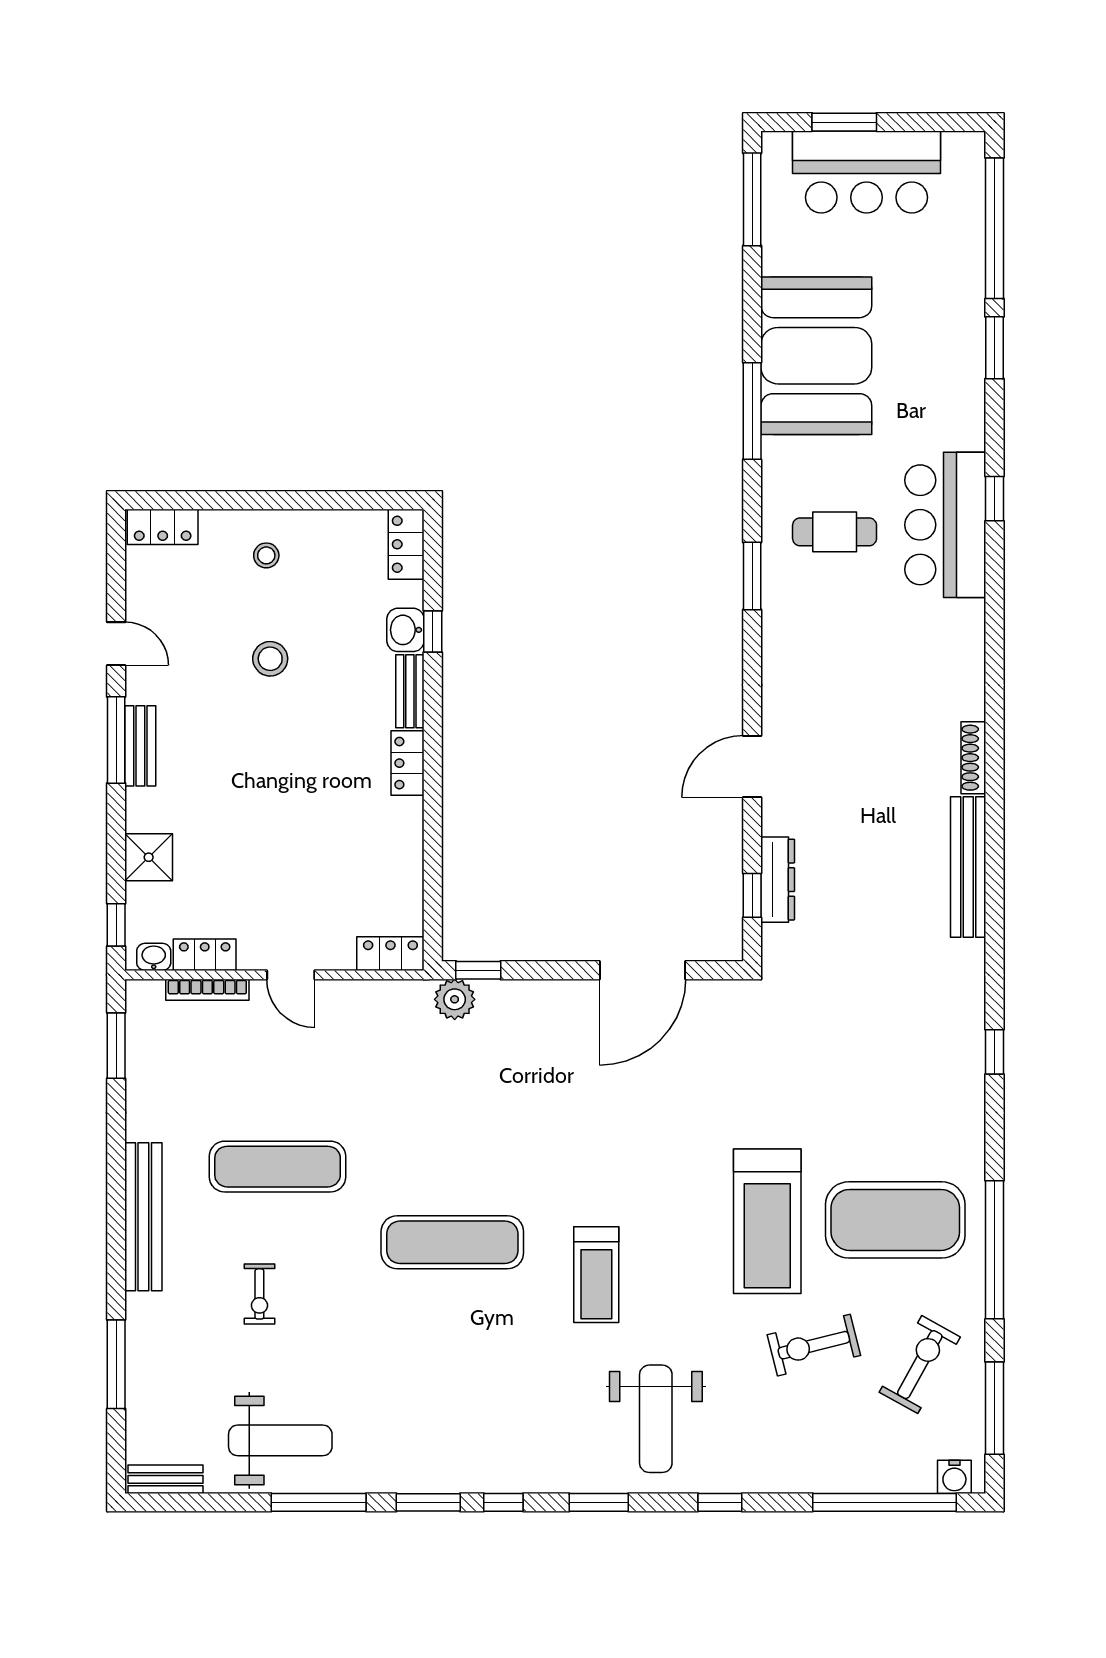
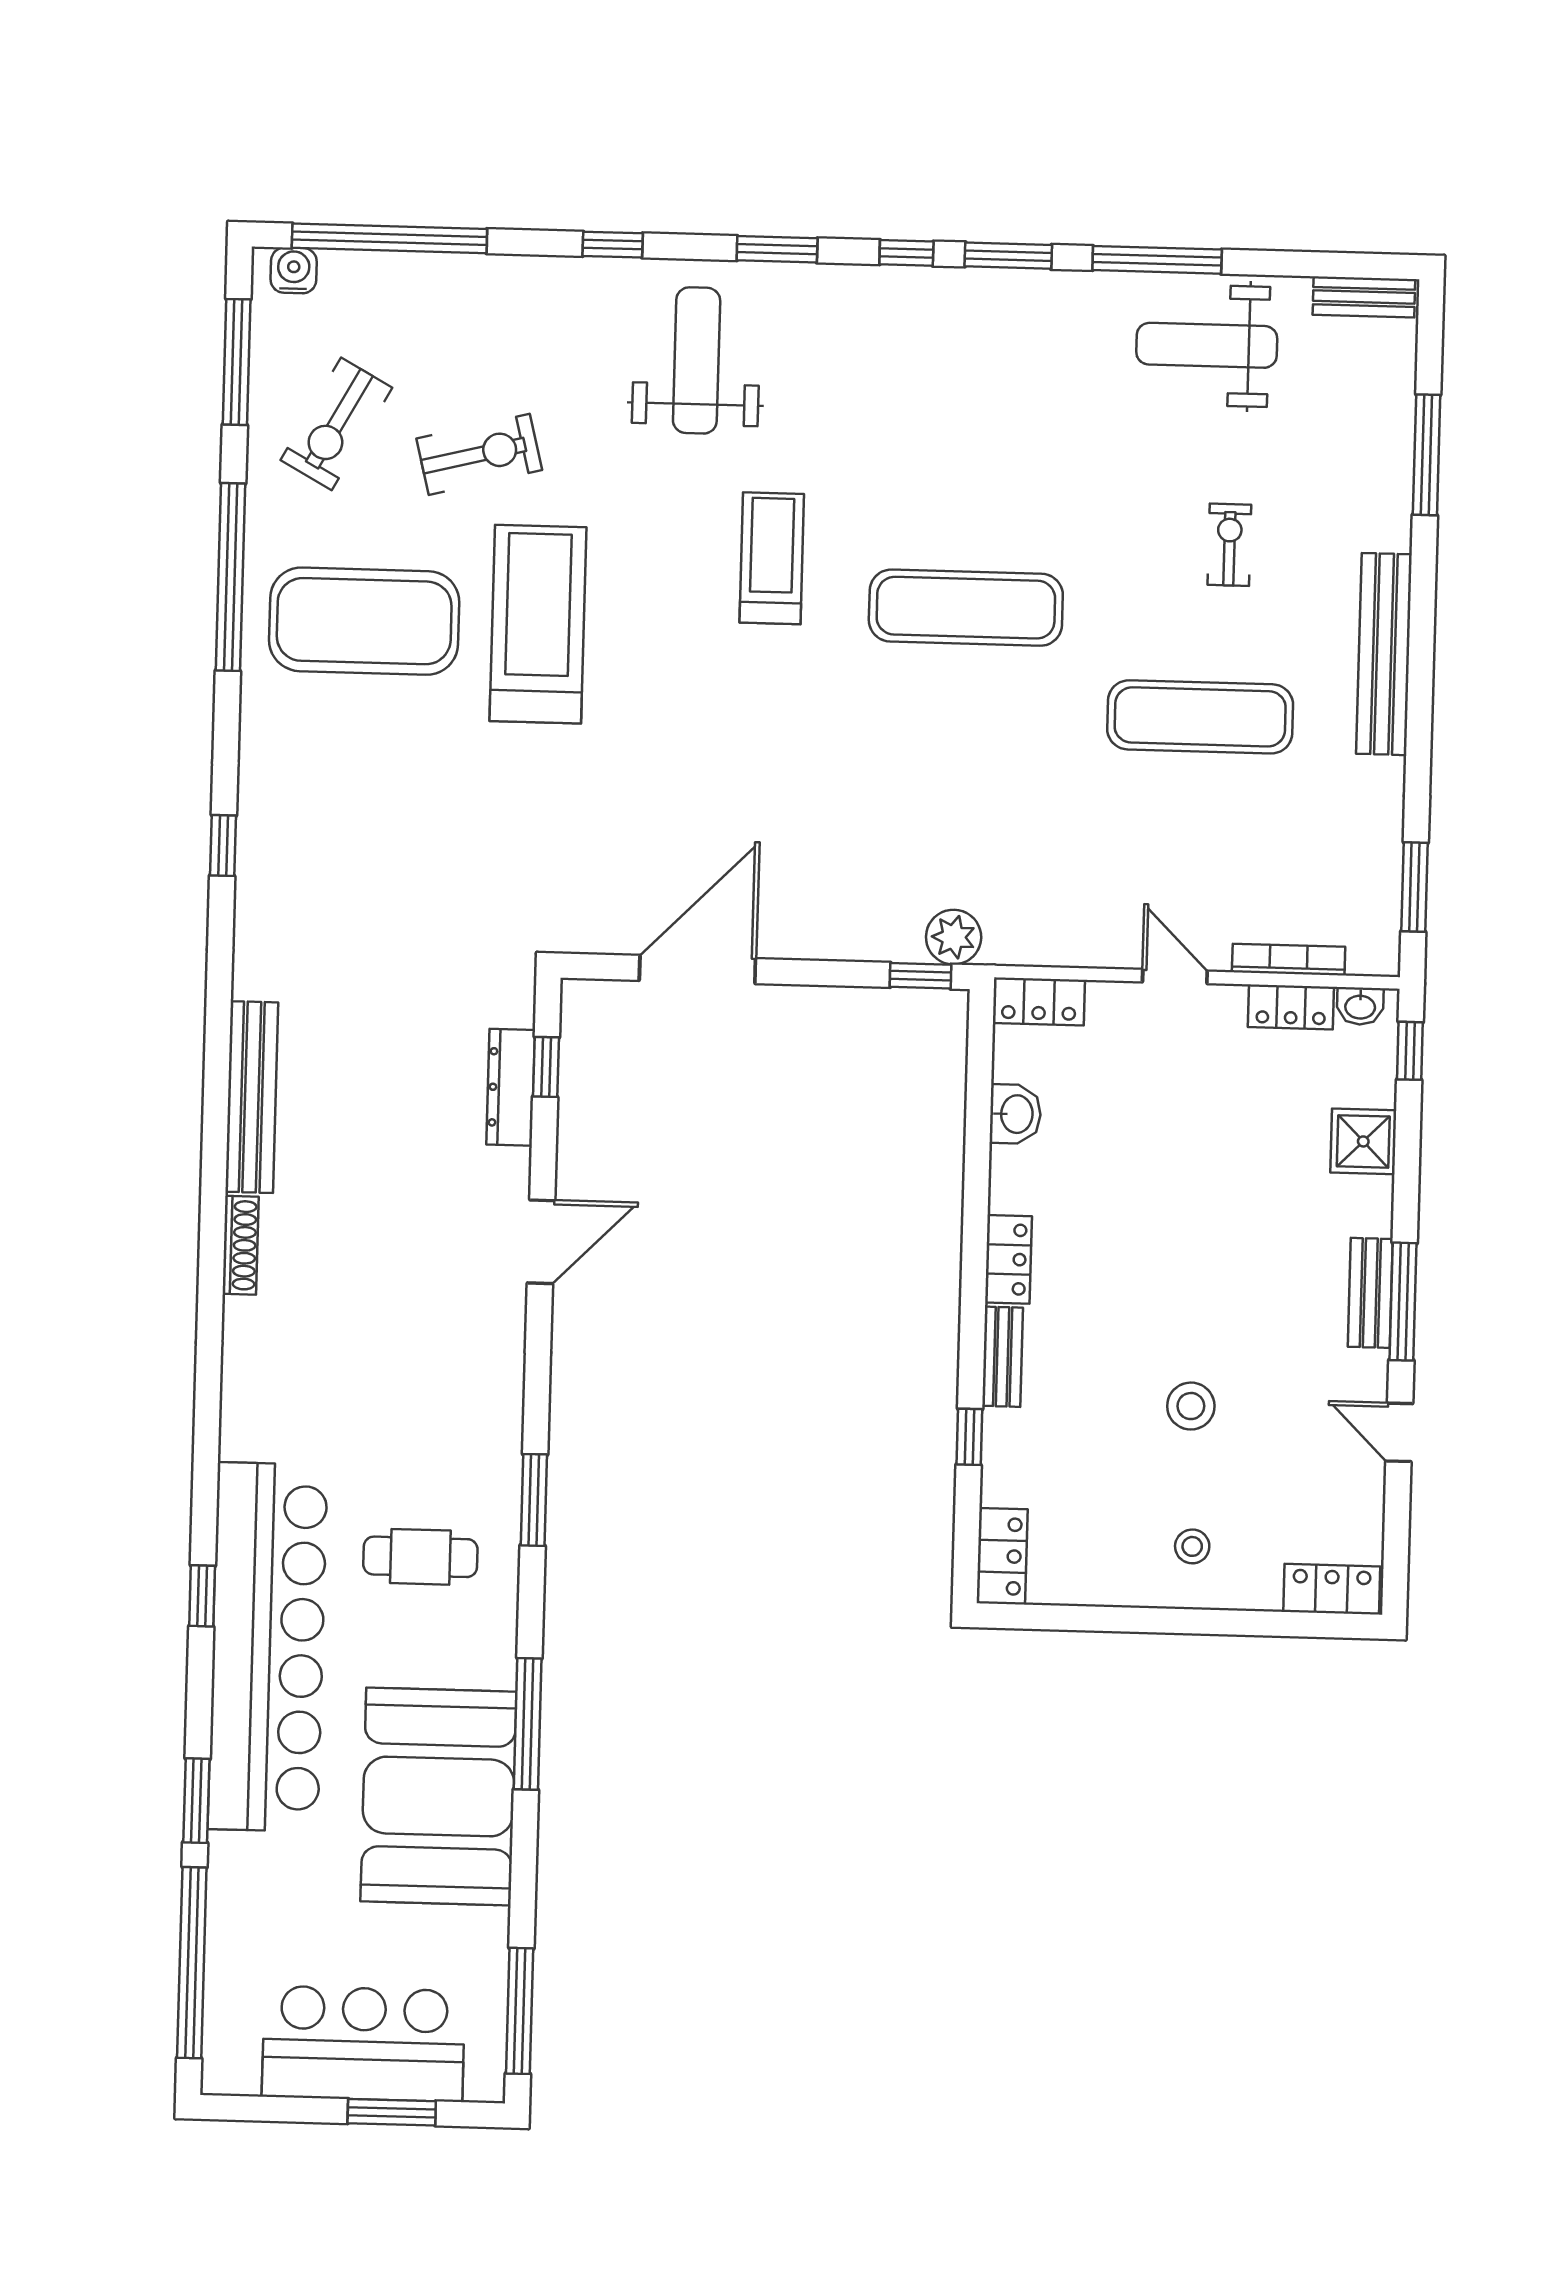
bar counter: (945, 525) -> (268, 1647), width x1.86
washbasin: (405, 630) -> (1015, 1114), moved

